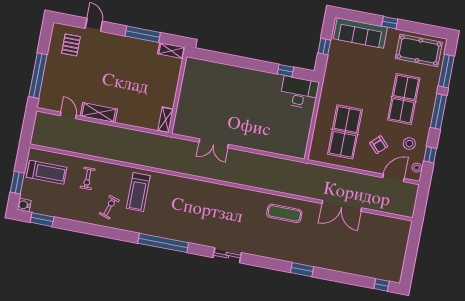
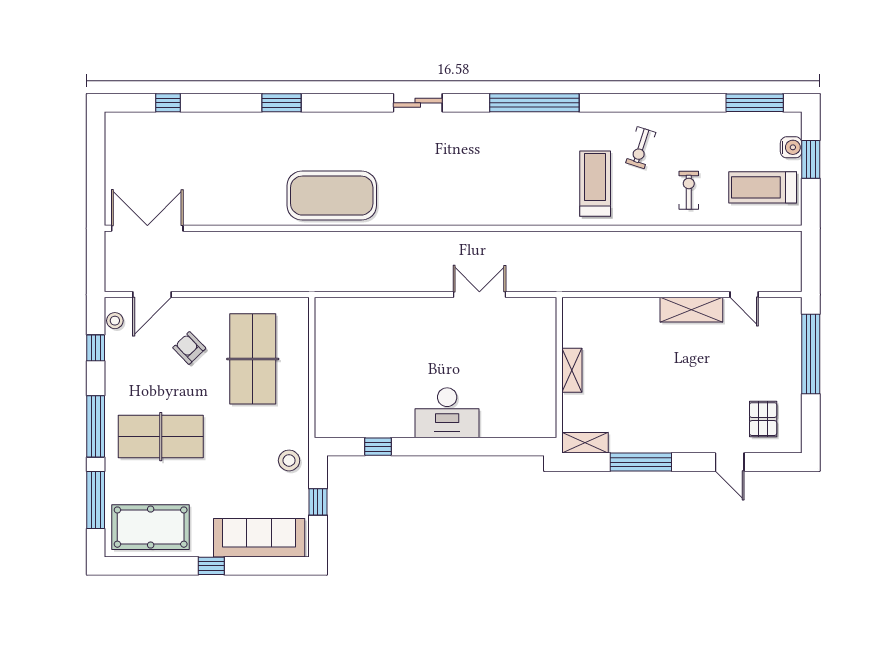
desk: (299, 92) -> (447, 413), moved
table tennis table: (404, 99) -> (161, 437), turned 90
shelving: (165, 120) -> (572, 370), moved
stool: (409, 144) -> (289, 460), moved
water cooler: (24, 205) -> (791, 147), moved
double door: (342, 206) -> (147, 228), moved
exercise mat: (284, 213) -> (332, 196), width x2.00, depth x1.45
window: (42, 220) -> (755, 103), width x1.44
window: (382, 285) -> (168, 103), moved

